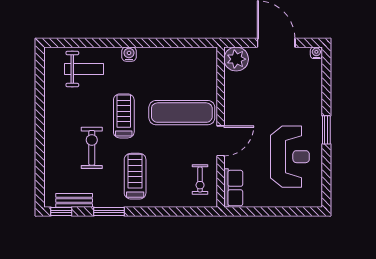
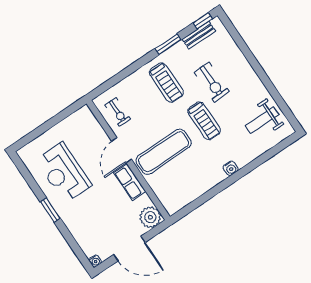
weight bench: (84, 69) -> (262, 120), moved
exercise bike: (200, 179) -> (118, 112), turned 180
row of seats: (233, 188) -> (130, 182), moved

